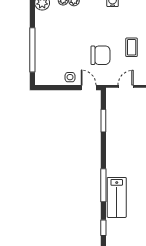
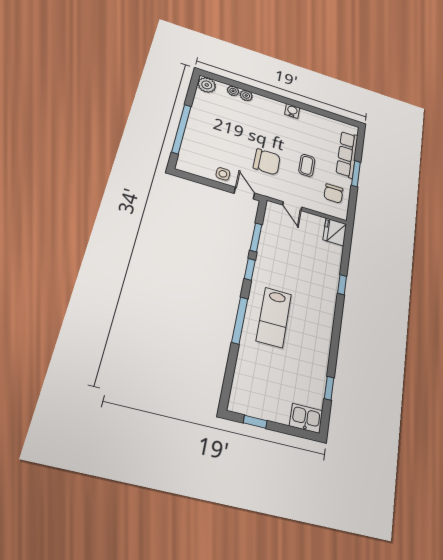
door: (126, 86) -> (292, 206), swing flipped
lab bench: (117, 197) -> (274, 317), moved
window: (103, 228) -> (250, 269), moved

